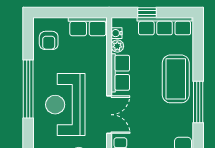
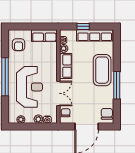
reception desk: (65, 105) -> (29, 87), turned 180

